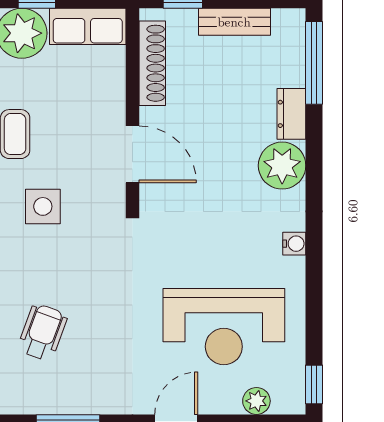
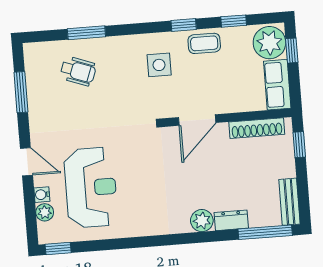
bench: (234, 22) -> (289, 202), moved
plant: (282, 166) -> (202, 221), width x0.73, depth x0.73
water cooler: (294, 244) -> (42, 195), moved, turned 90
reception desk: (224, 327) -> (91, 188), turned 180

